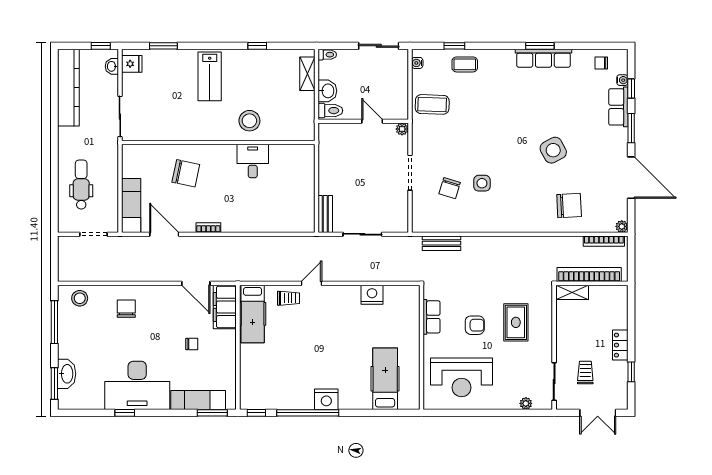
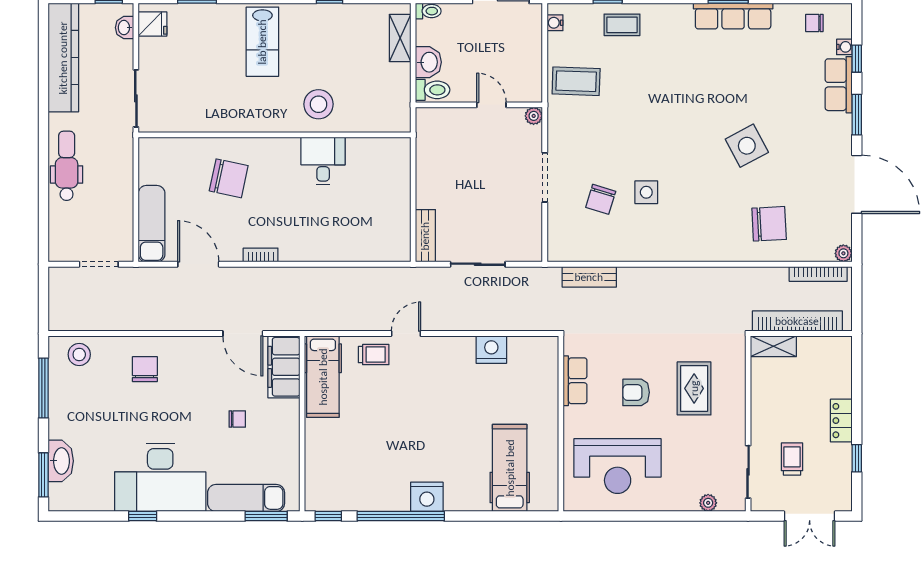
dental chair: (81, 185) -> (67, 166), moved
armchair: (475, 325) -> (636, 392), turned 180

